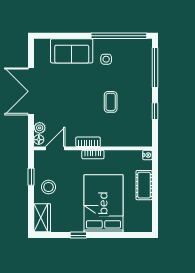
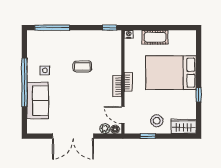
window: (119, 36) -> (24, 82), moved
window: (155, 111) -> (109, 28), moved

